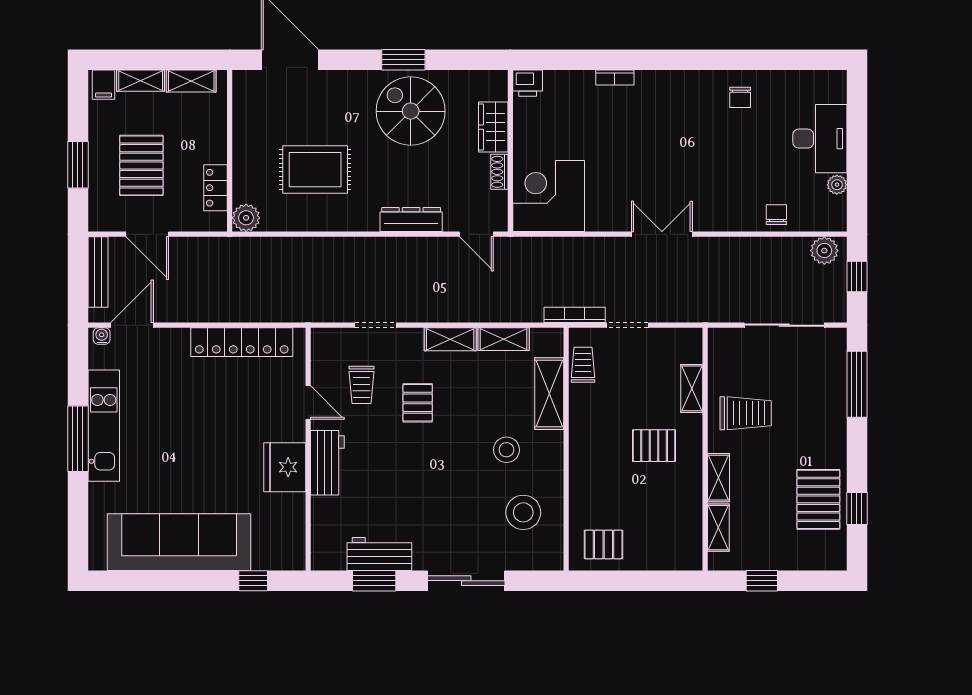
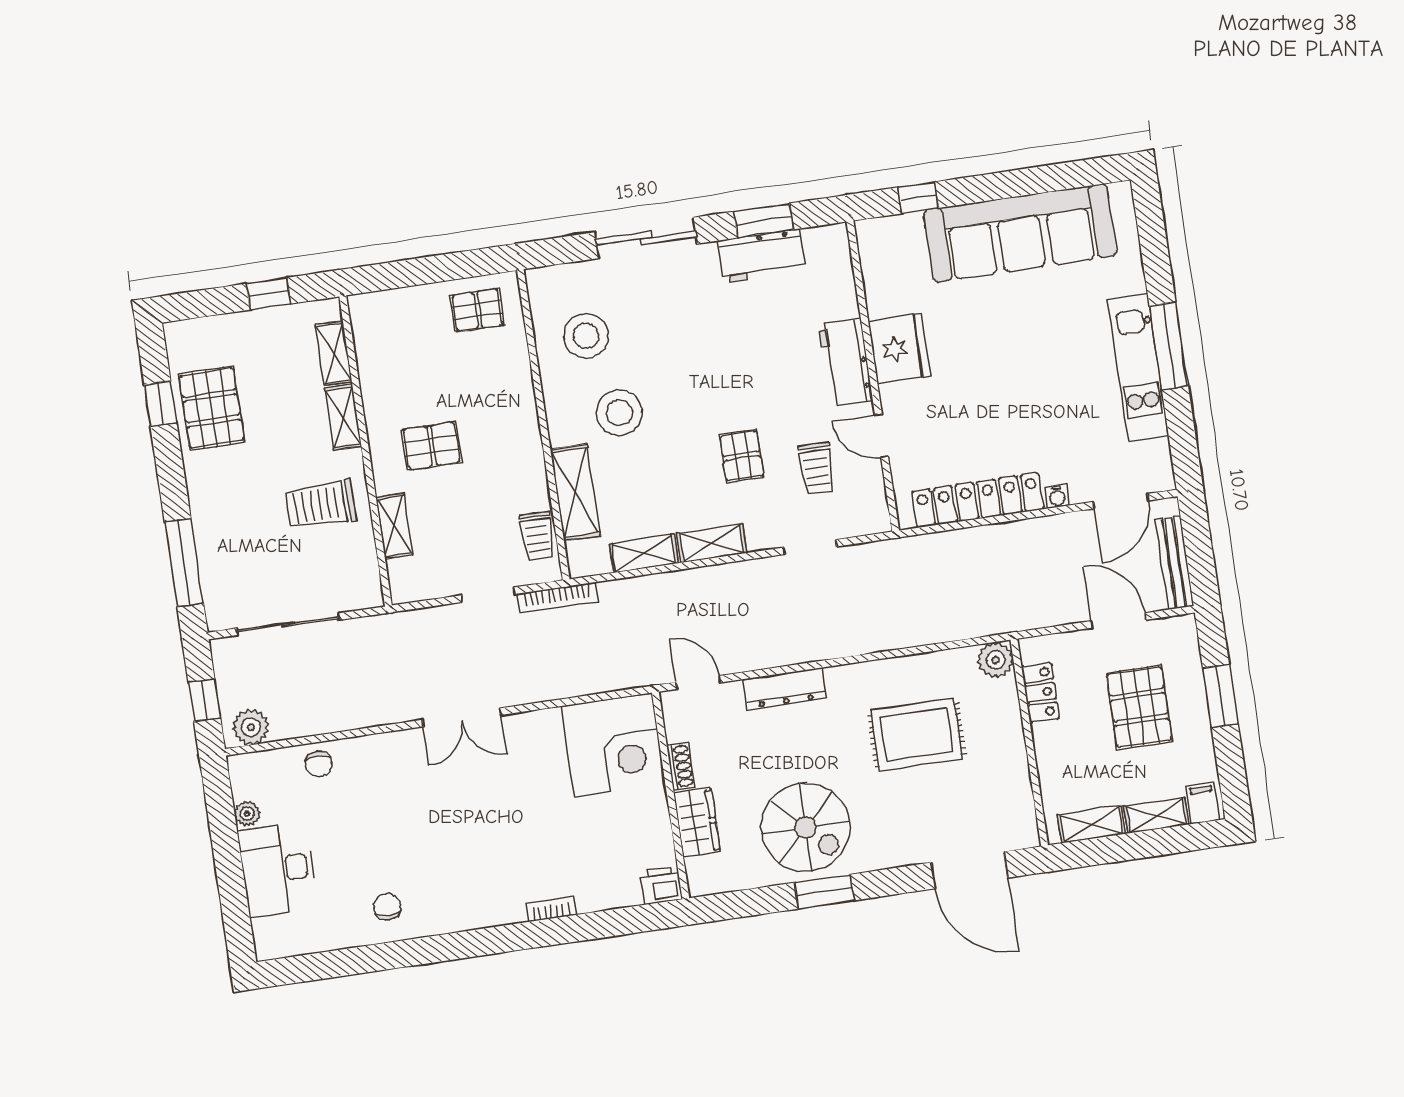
water cooler: (102, 336) -> (1057, 496), moved
trolley: (362, 385) -> (817, 468), turned 180
stool: (506, 450) -> (619, 413), width x1.38, depth x1.38

